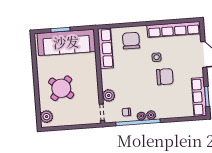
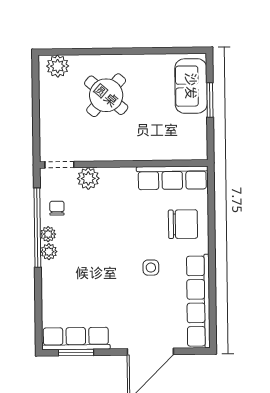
sofa: (66, 42) -> (191, 86), width x0.54, depth x0.79
chair: (165, 77) -> (115, 280), removed

